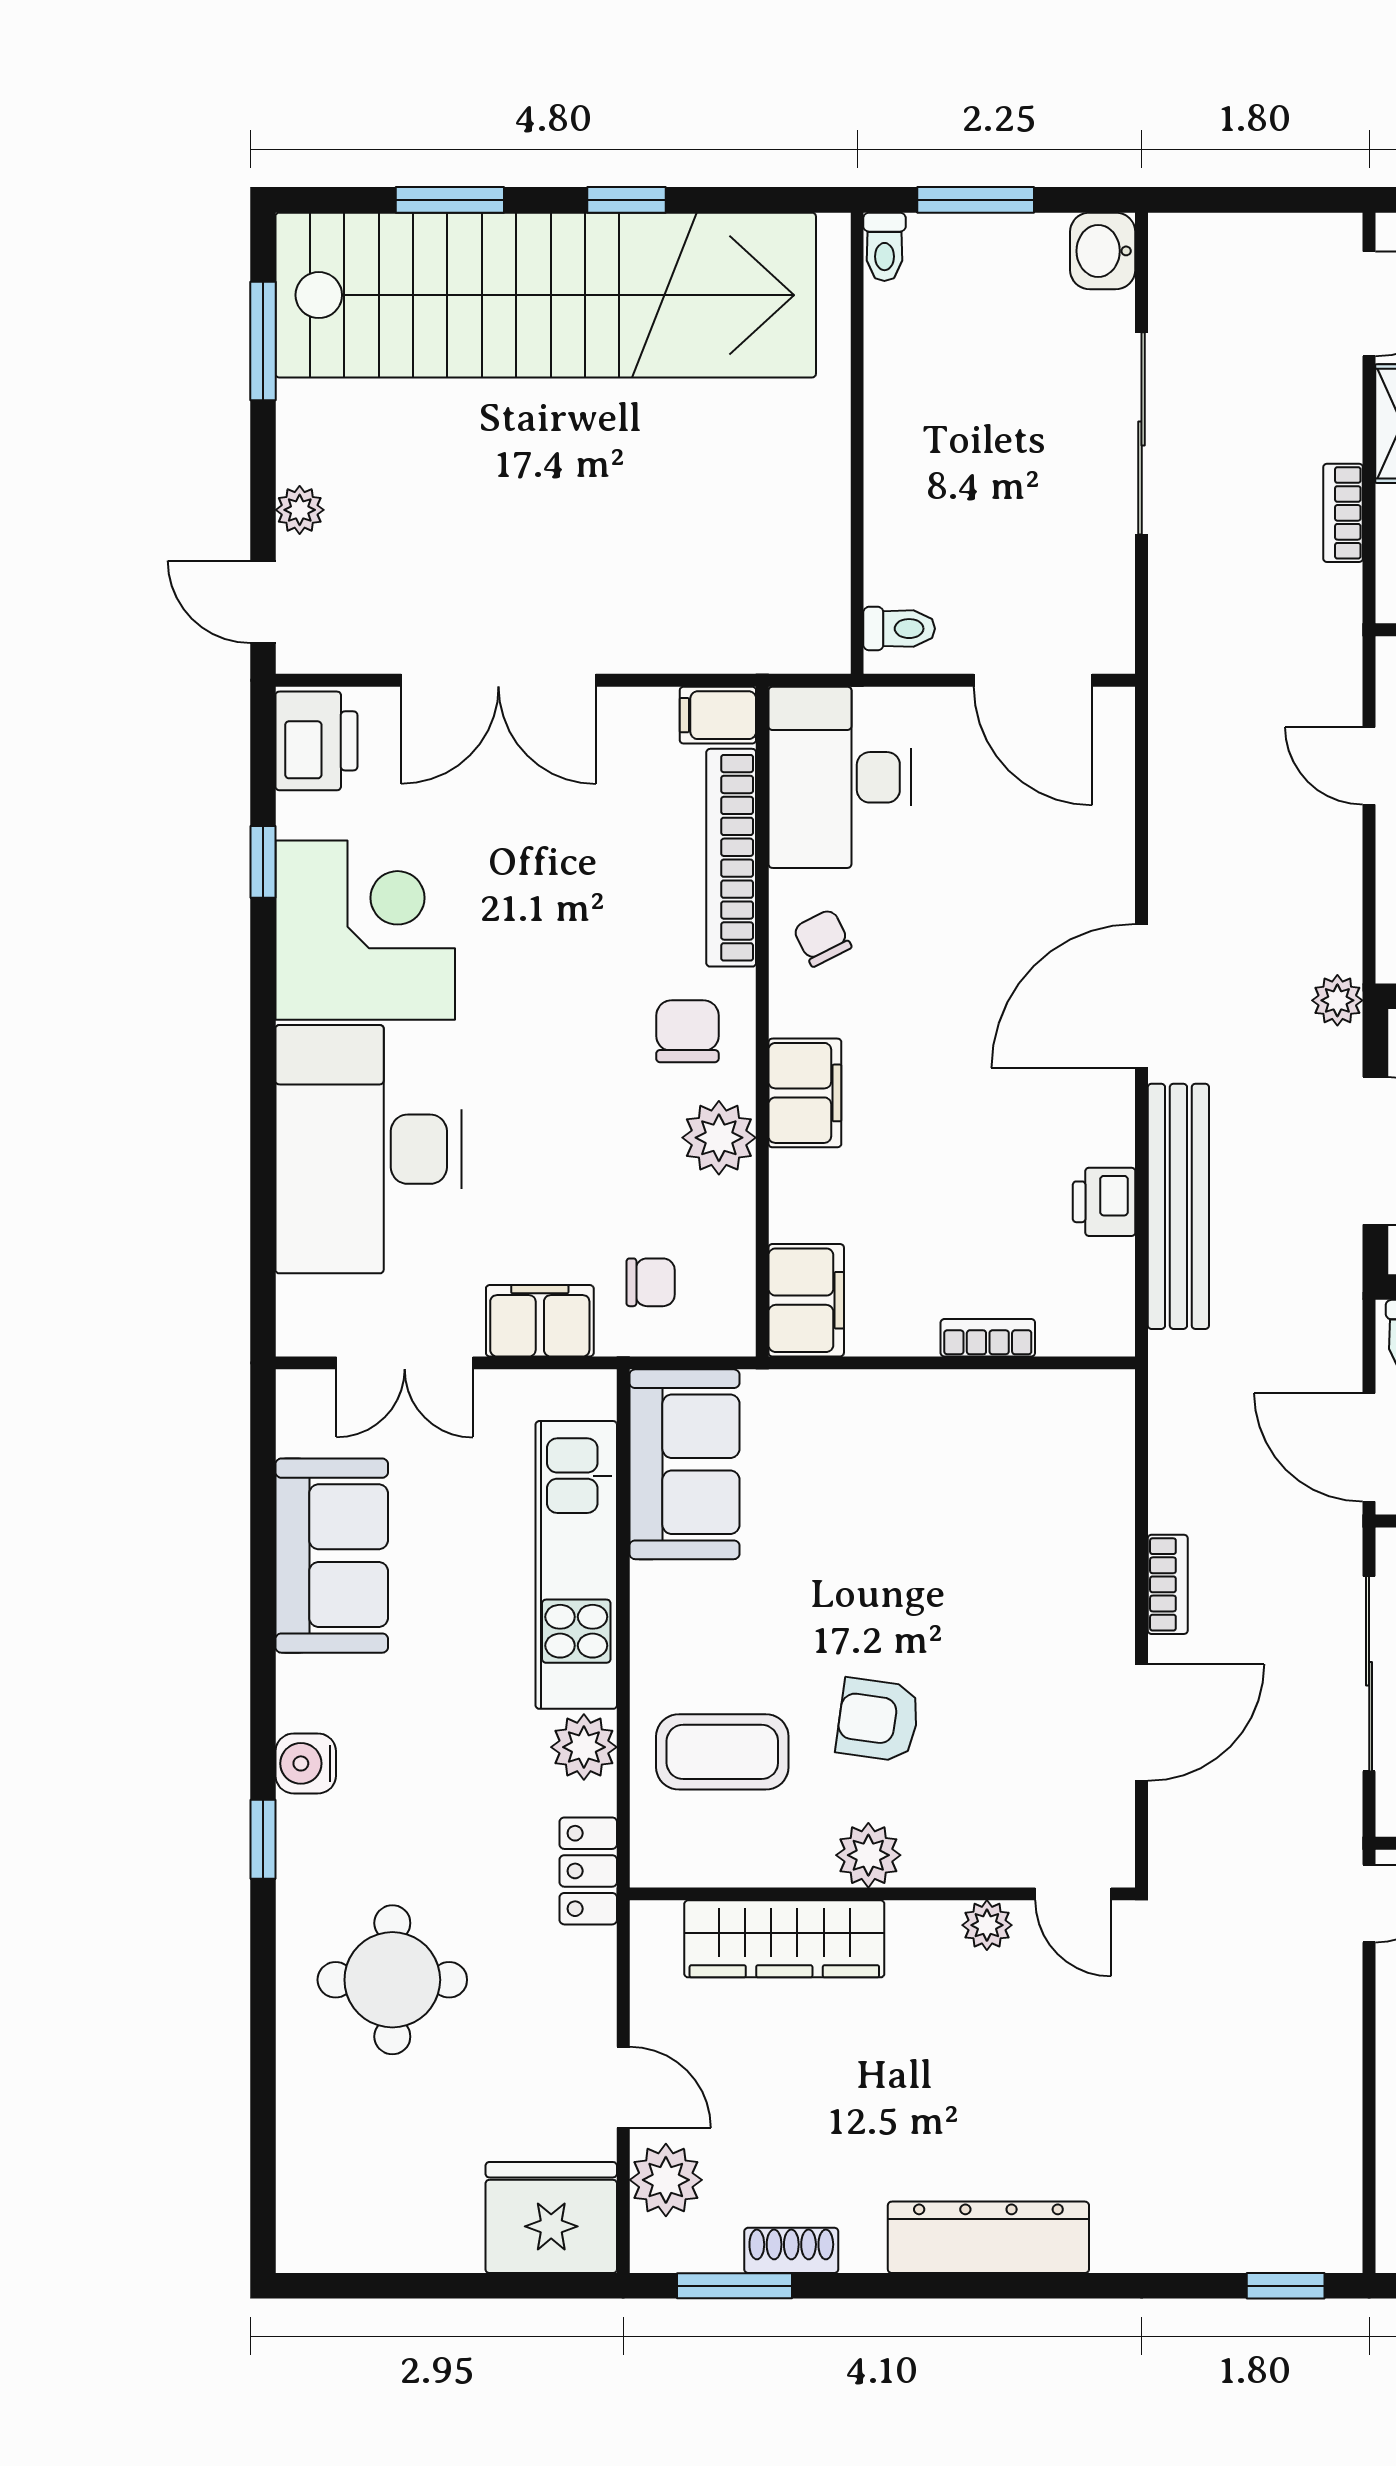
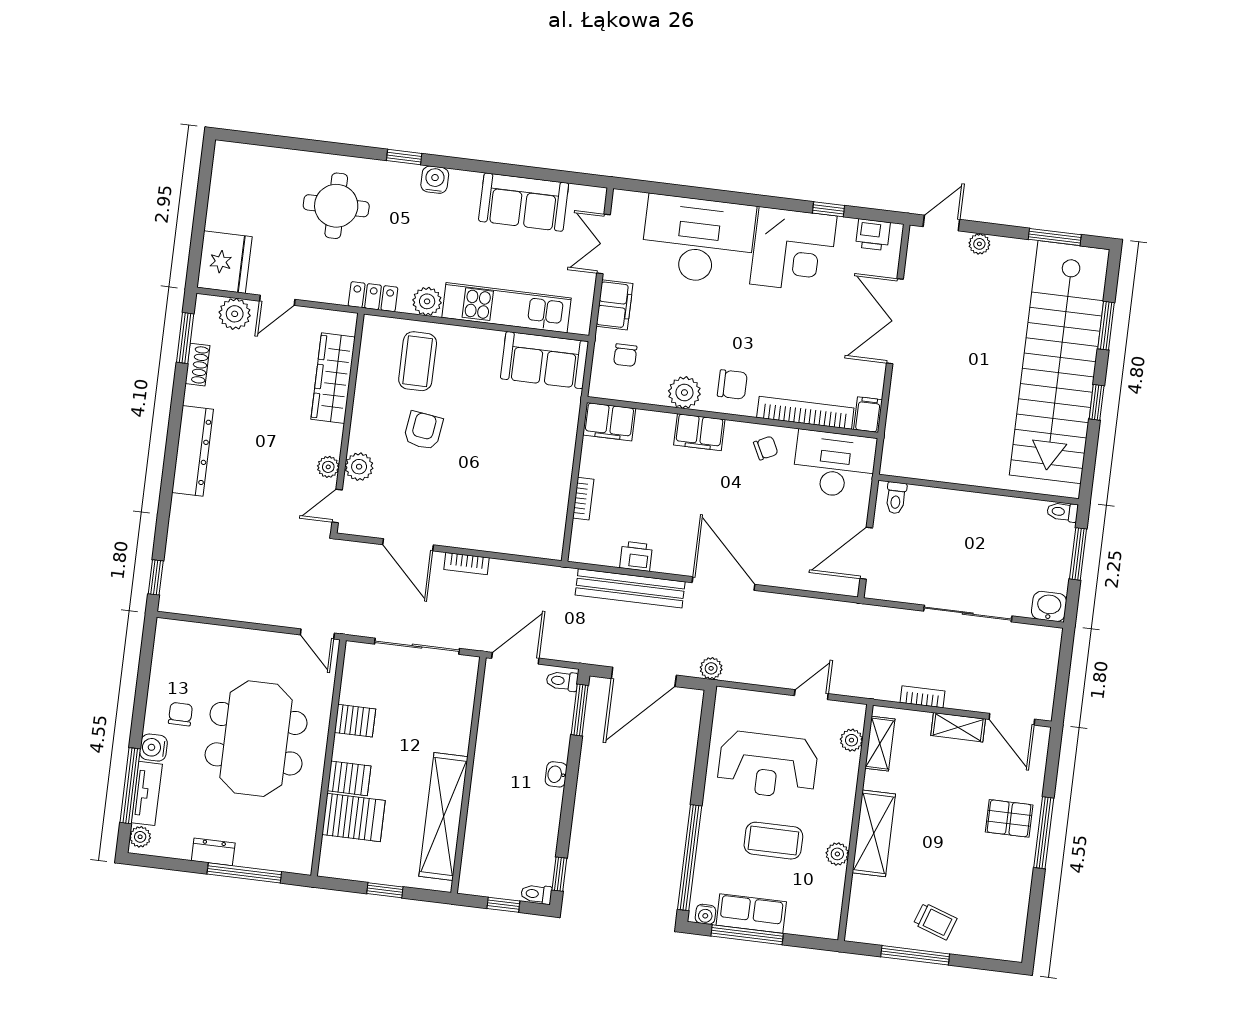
printer: (316, 741) -> (873, 235), width x0.73, depth x0.81
plant: (868, 1855) -> (359, 467), moved

